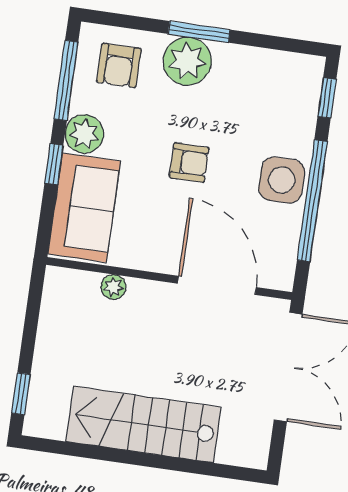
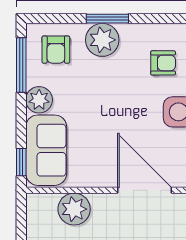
armchair: (189, 163) -> (163, 63), moved
window: (54, 164) -> (21, 162), moved
plant: (114, 287) -> (74, 209), width x1.88, depth x1.88

